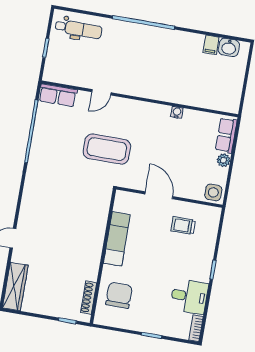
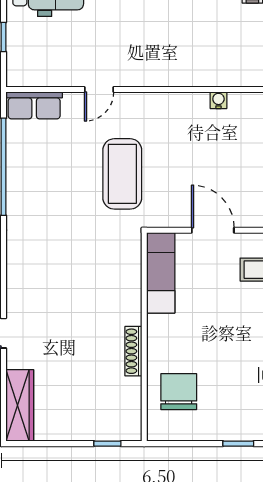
coffee table: (107, 149) -> (122, 174), turned 90
exam couch: (117, 239) -> (161, 273), moved
shoe rack: (89, 298) -> (133, 351), moved

